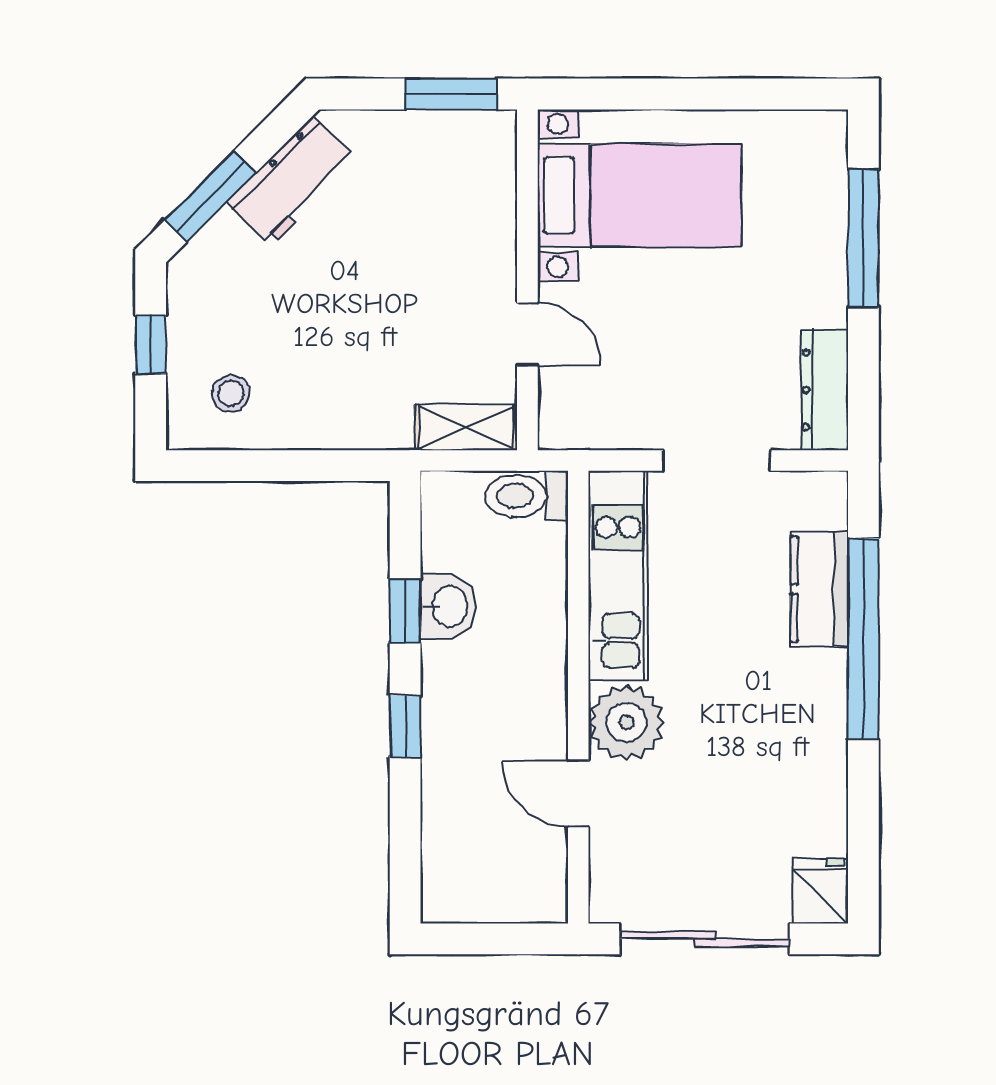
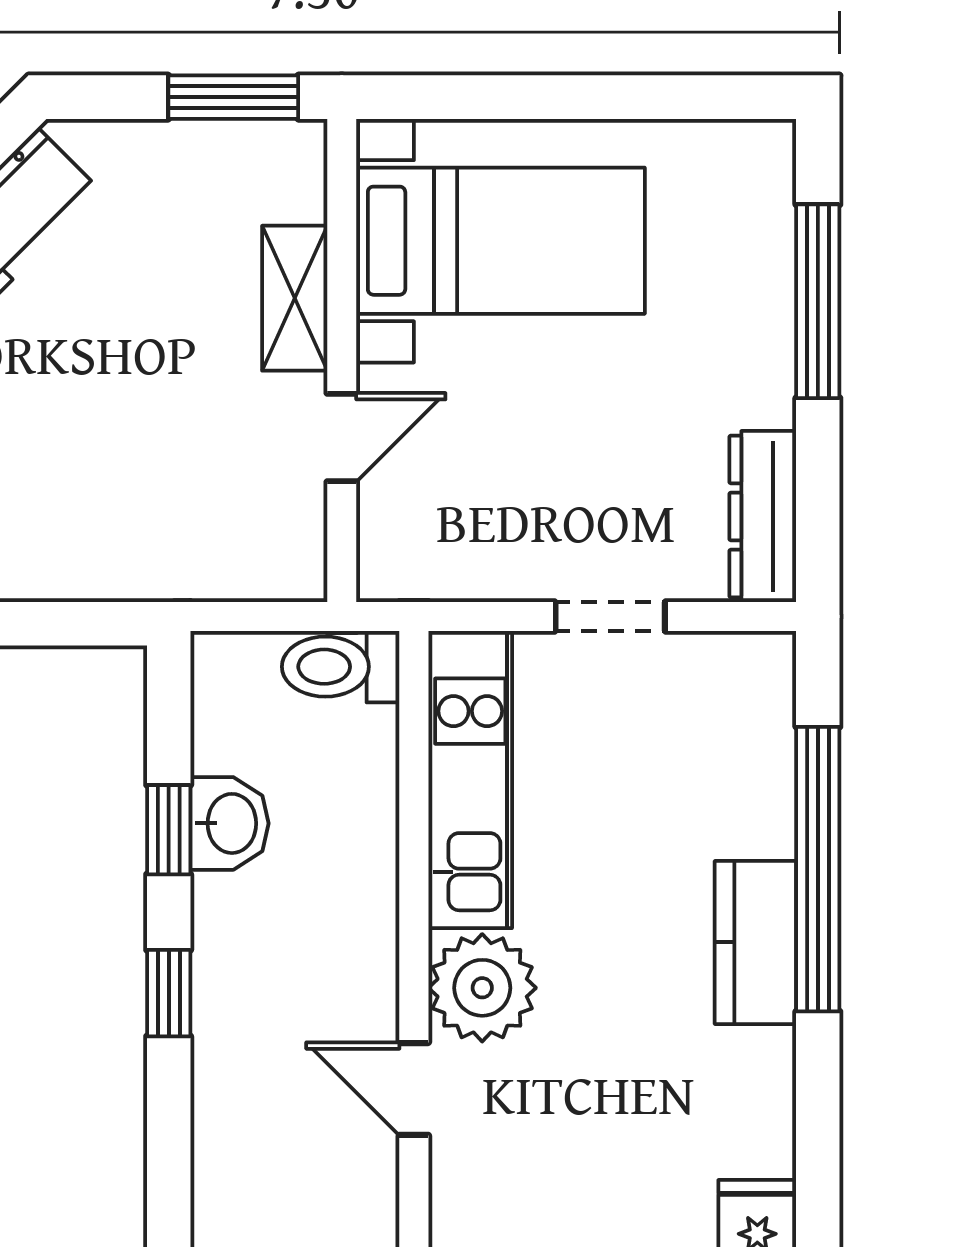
door: (527, 334) -> (342, 438), hinge flipped
shelving: (466, 427) -> (295, 298), moved, turned 90
doorway: (717, 460) -> (610, 616), width x0.73
kitchen counter: (819, 589) -> (755, 942), moved

